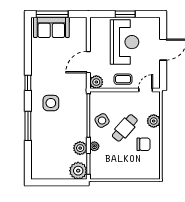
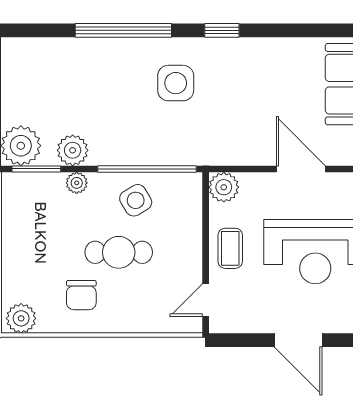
door: (88, 62) -> (301, 169), moved
door: (146, 90) -> (206, 300), swing flipped
plant: (154, 121) -> (21, 318), moved
window: (28, 126) -> (123, 30), width x1.46
cafe table: (125, 128) -> (119, 252), turned -41

